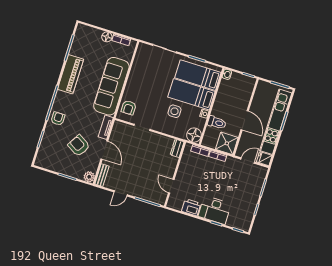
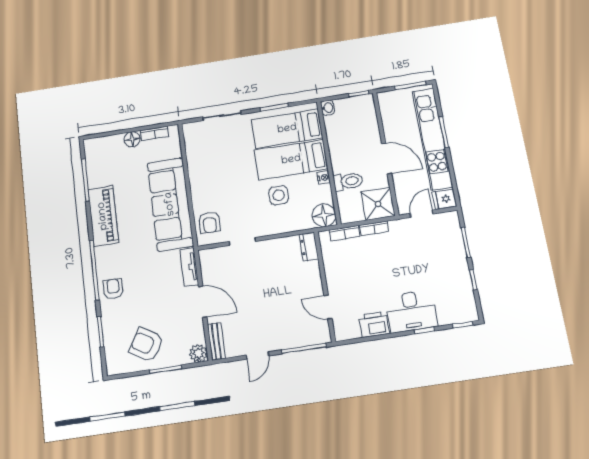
armchair: (79, 146) -> (146, 345), moved

